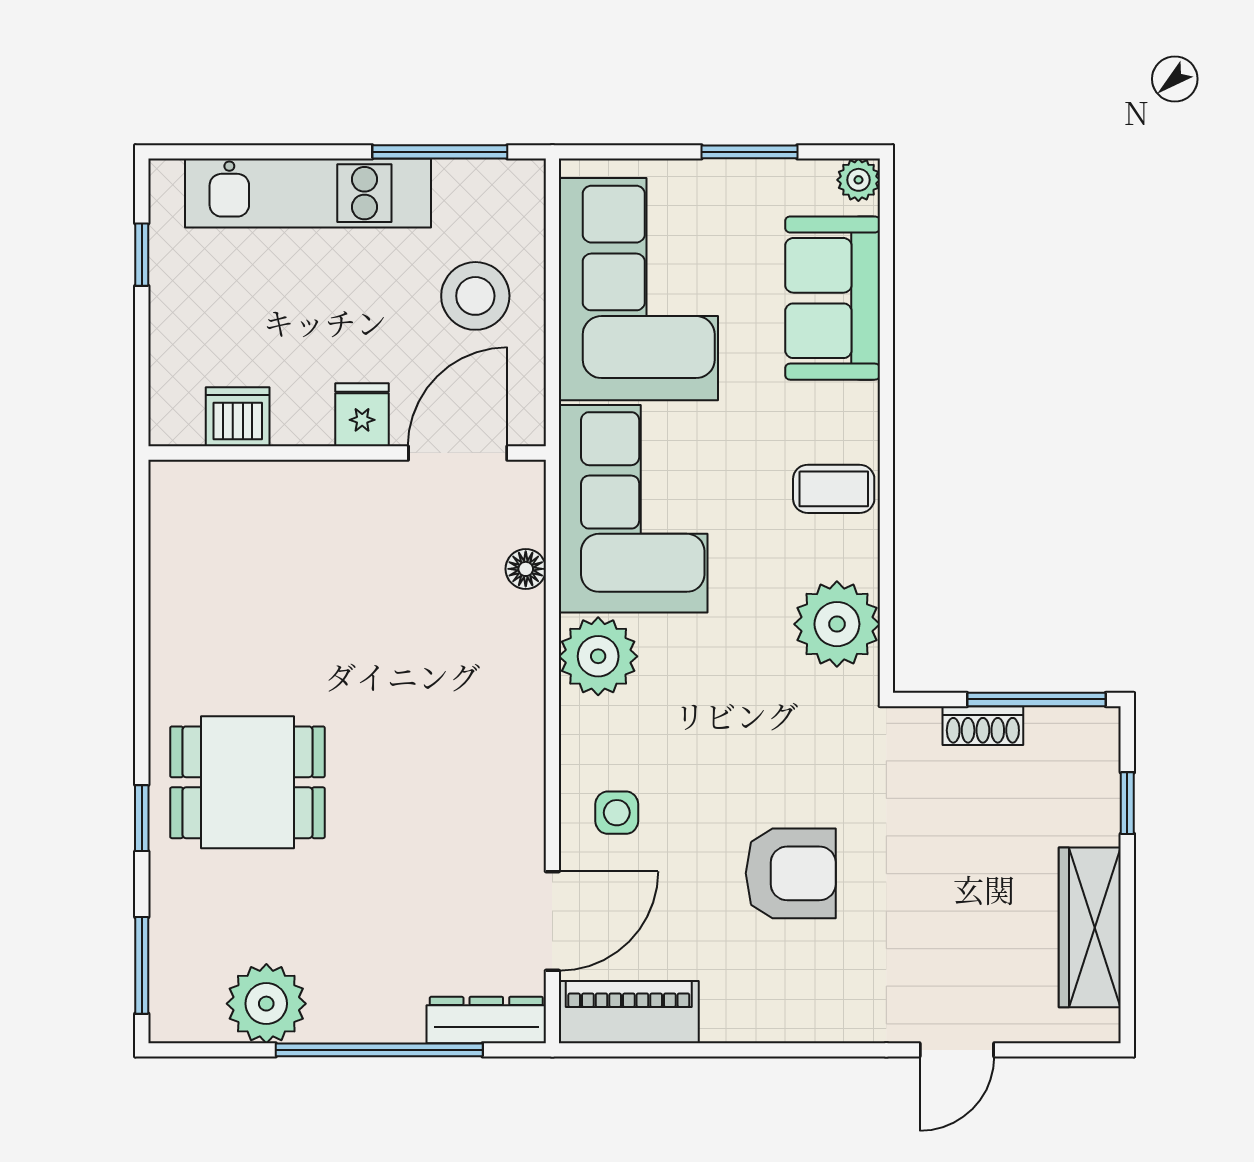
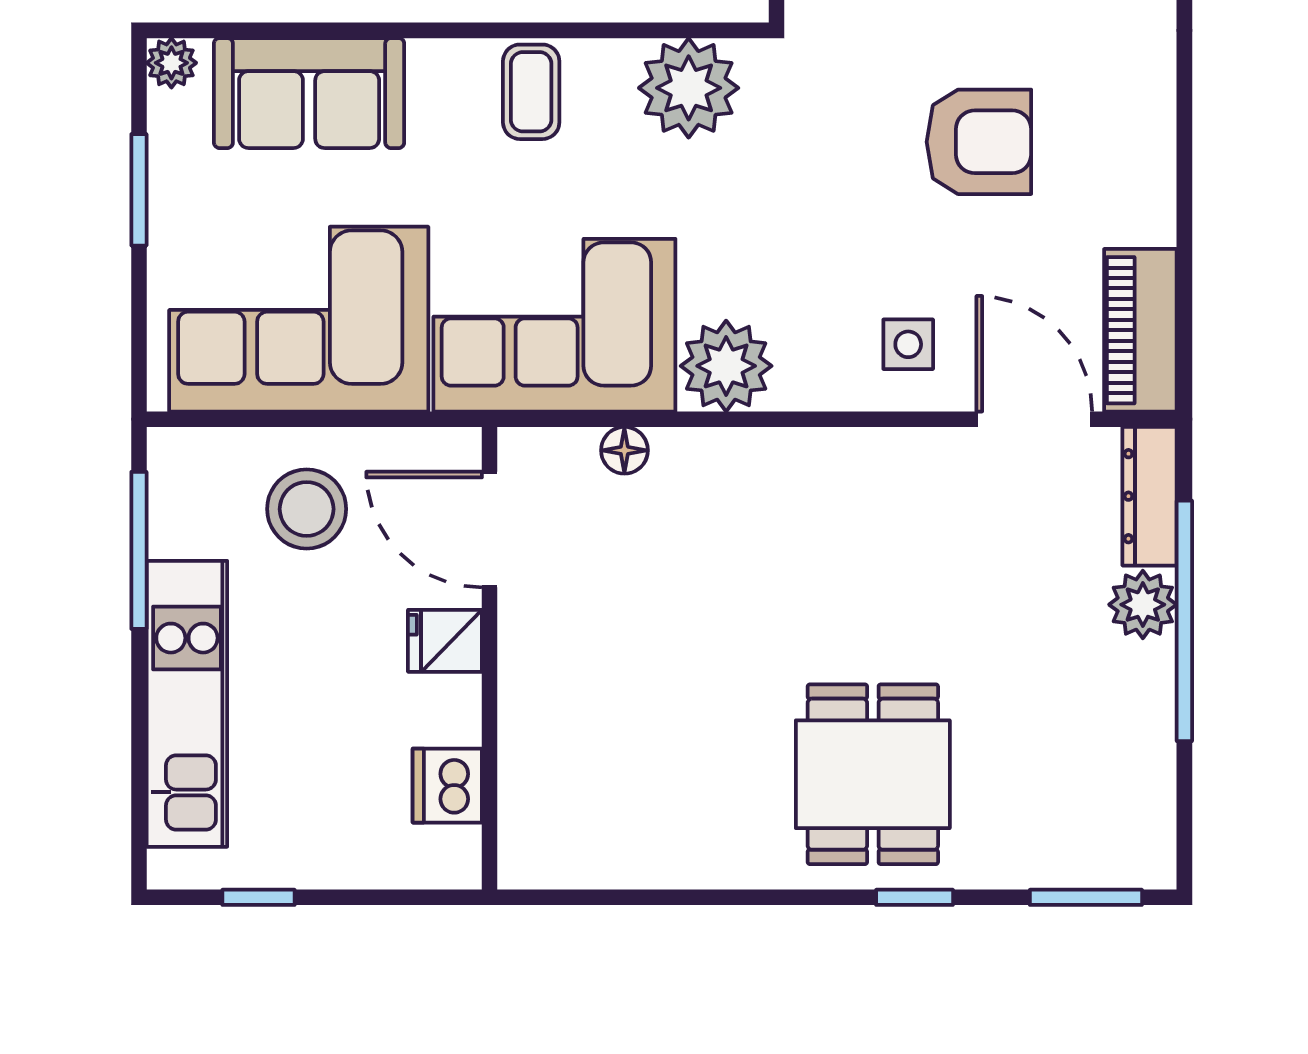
armchair: (791, 873) -> (979, 142), turned 90
plant: (266, 1004) -> (1143, 605), moved, width x0.73, depth x0.73

